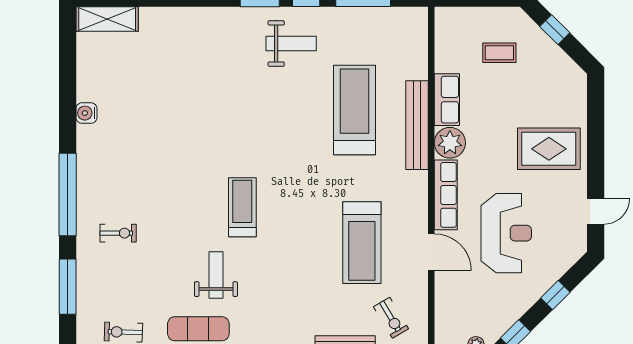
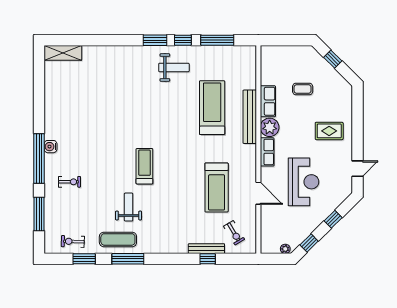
coffee table: (499, 53) -> (303, 89), moved
water cooler: (86, 113) -> (51, 147), moved
rug: (549, 149) -> (329, 131), width x0.73, depth x0.70
row of seats: (446, 195) -> (267, 152), width x0.68

